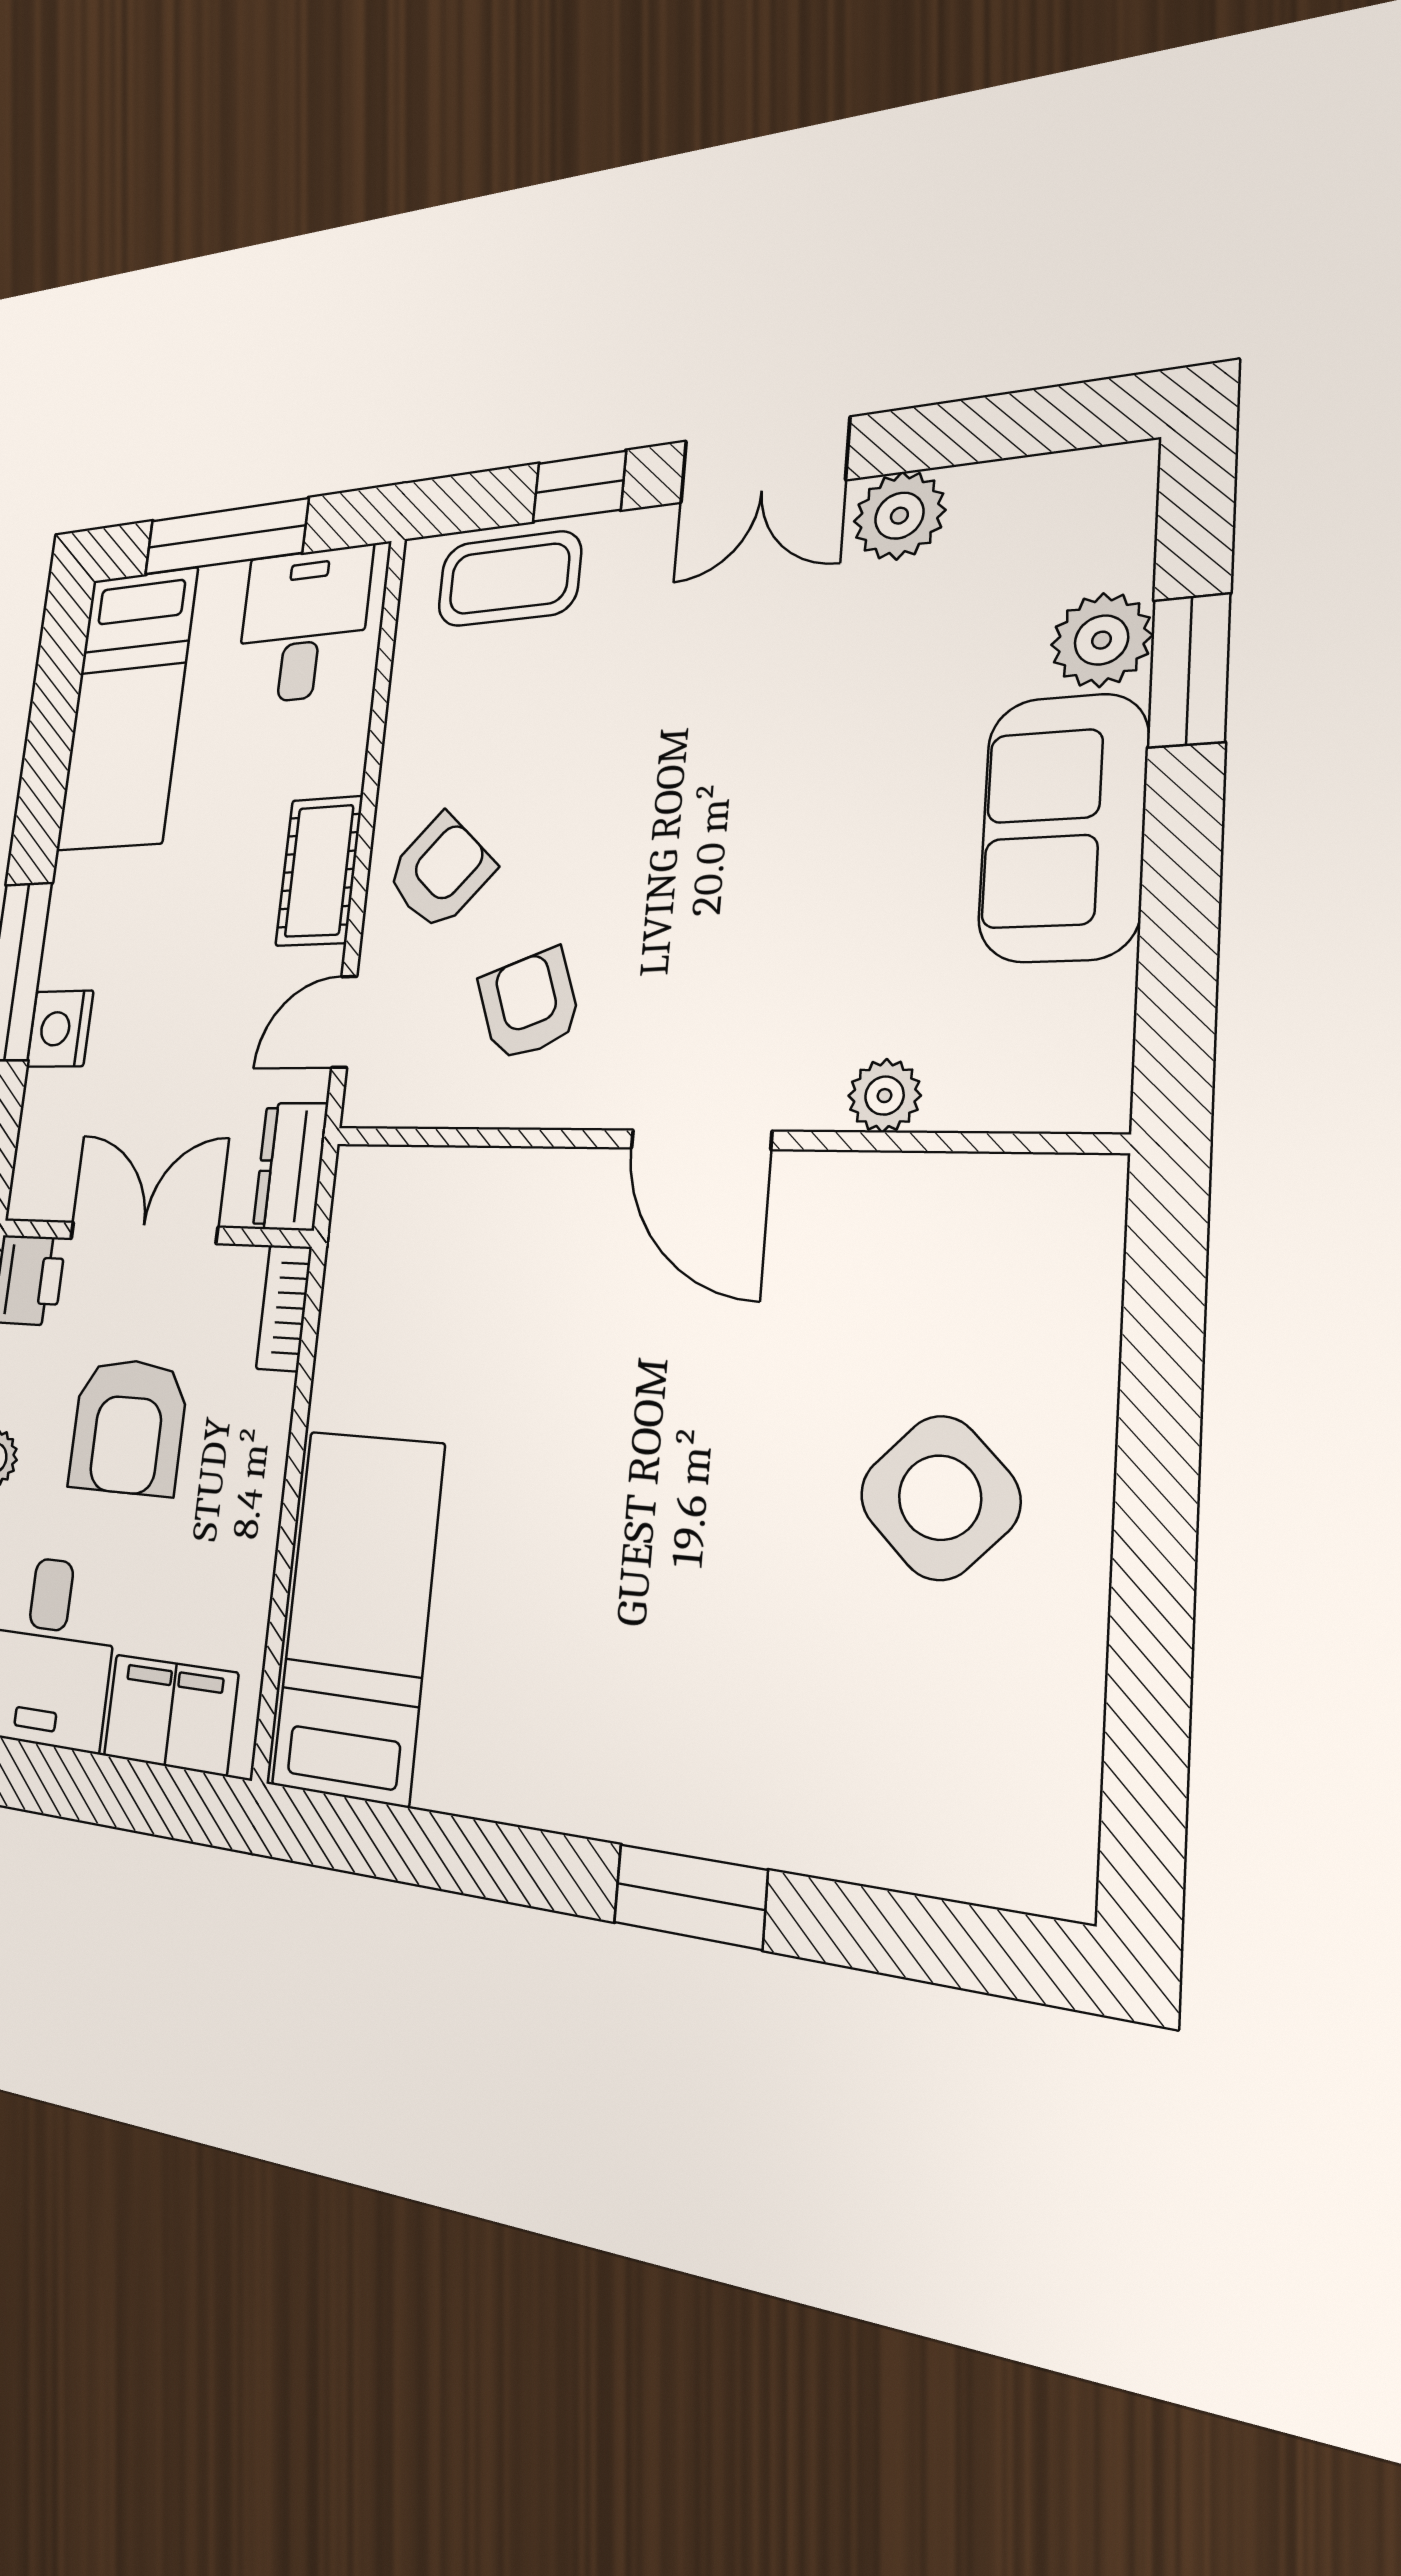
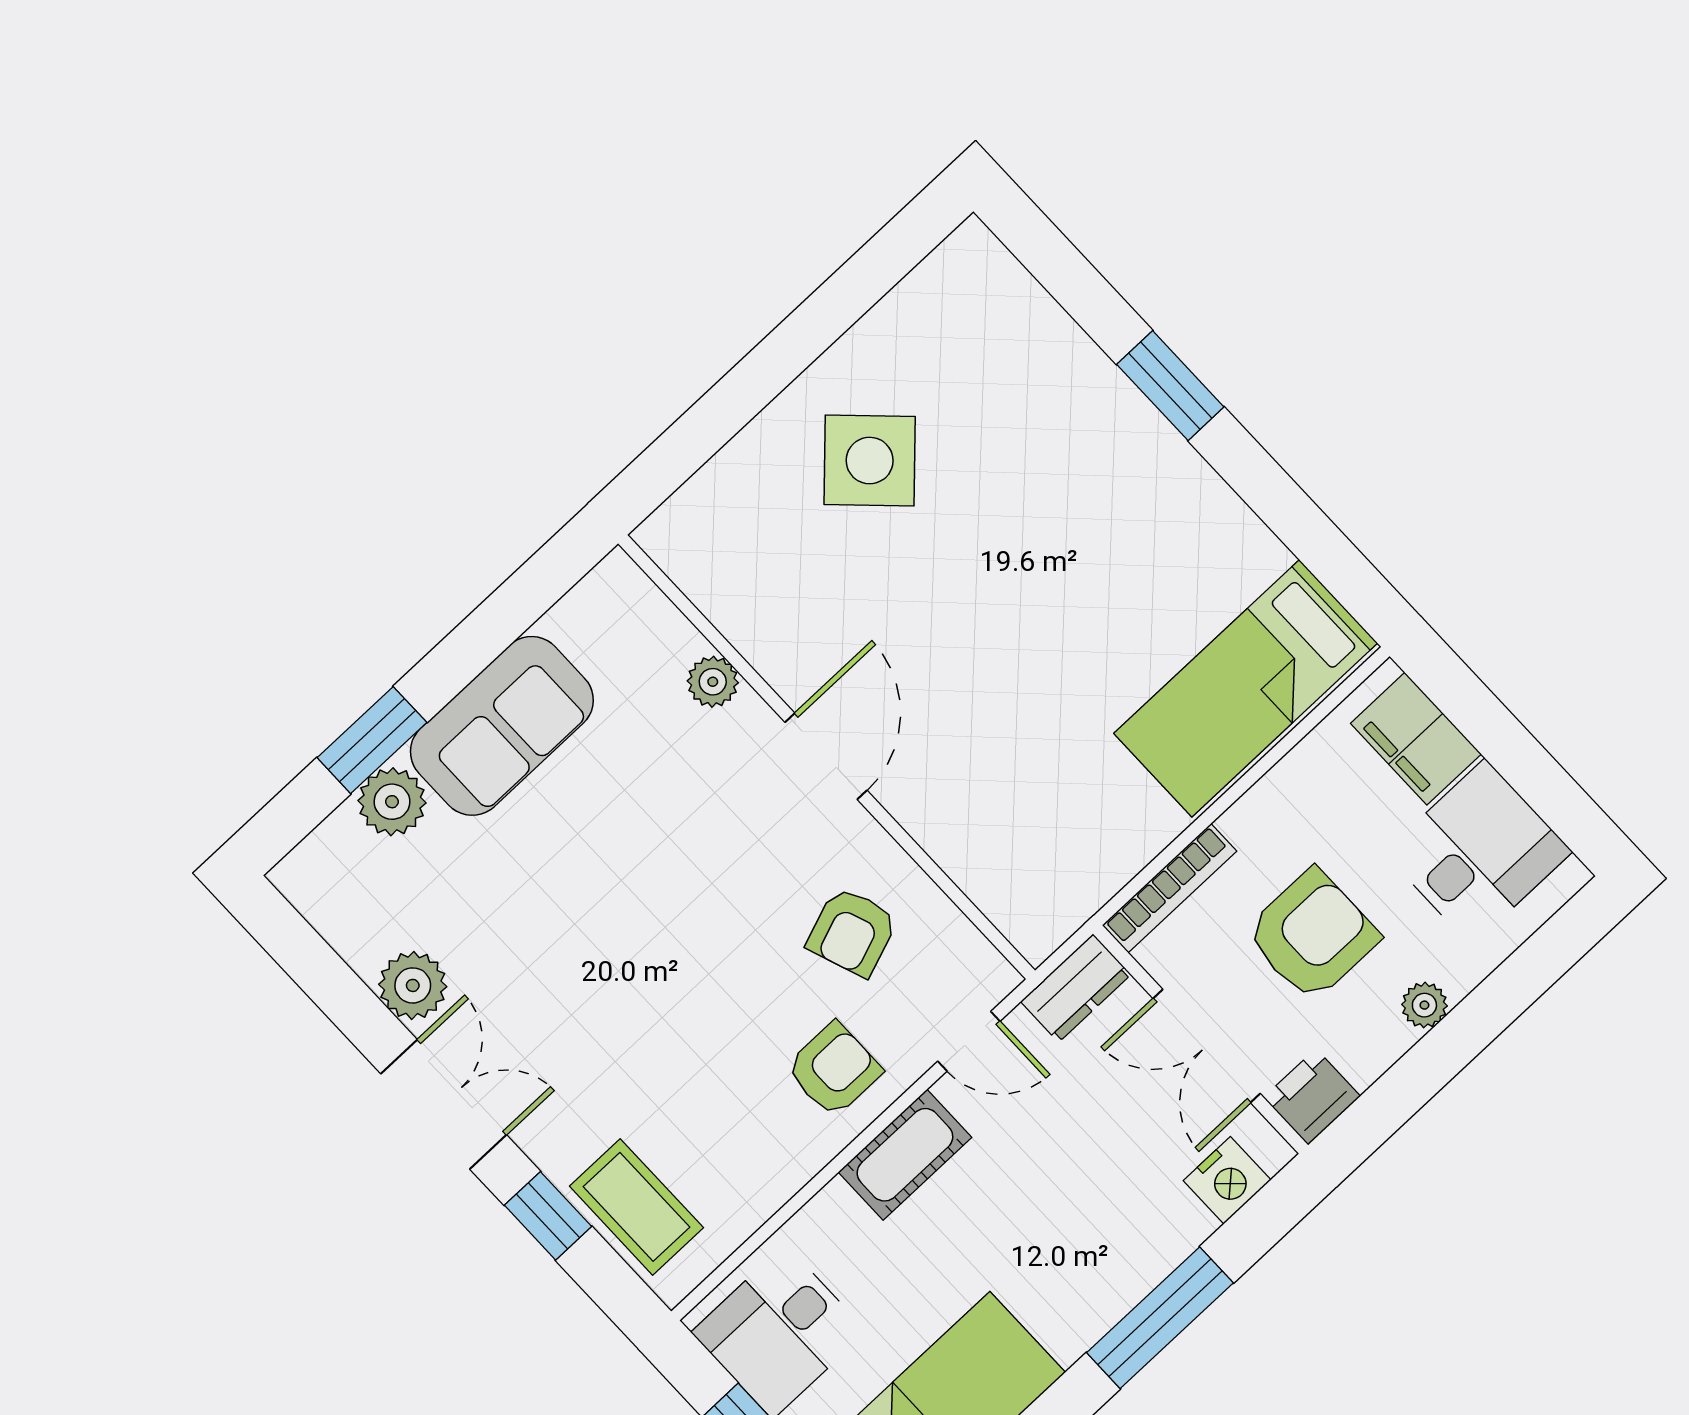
armchair: (440, 872) -> (834, 1069), turned 137
nightstand: (60, 1029) -> (1227, 1180), moved
bookcase: (284, 1308) -> (1169, 888), width x1.56

